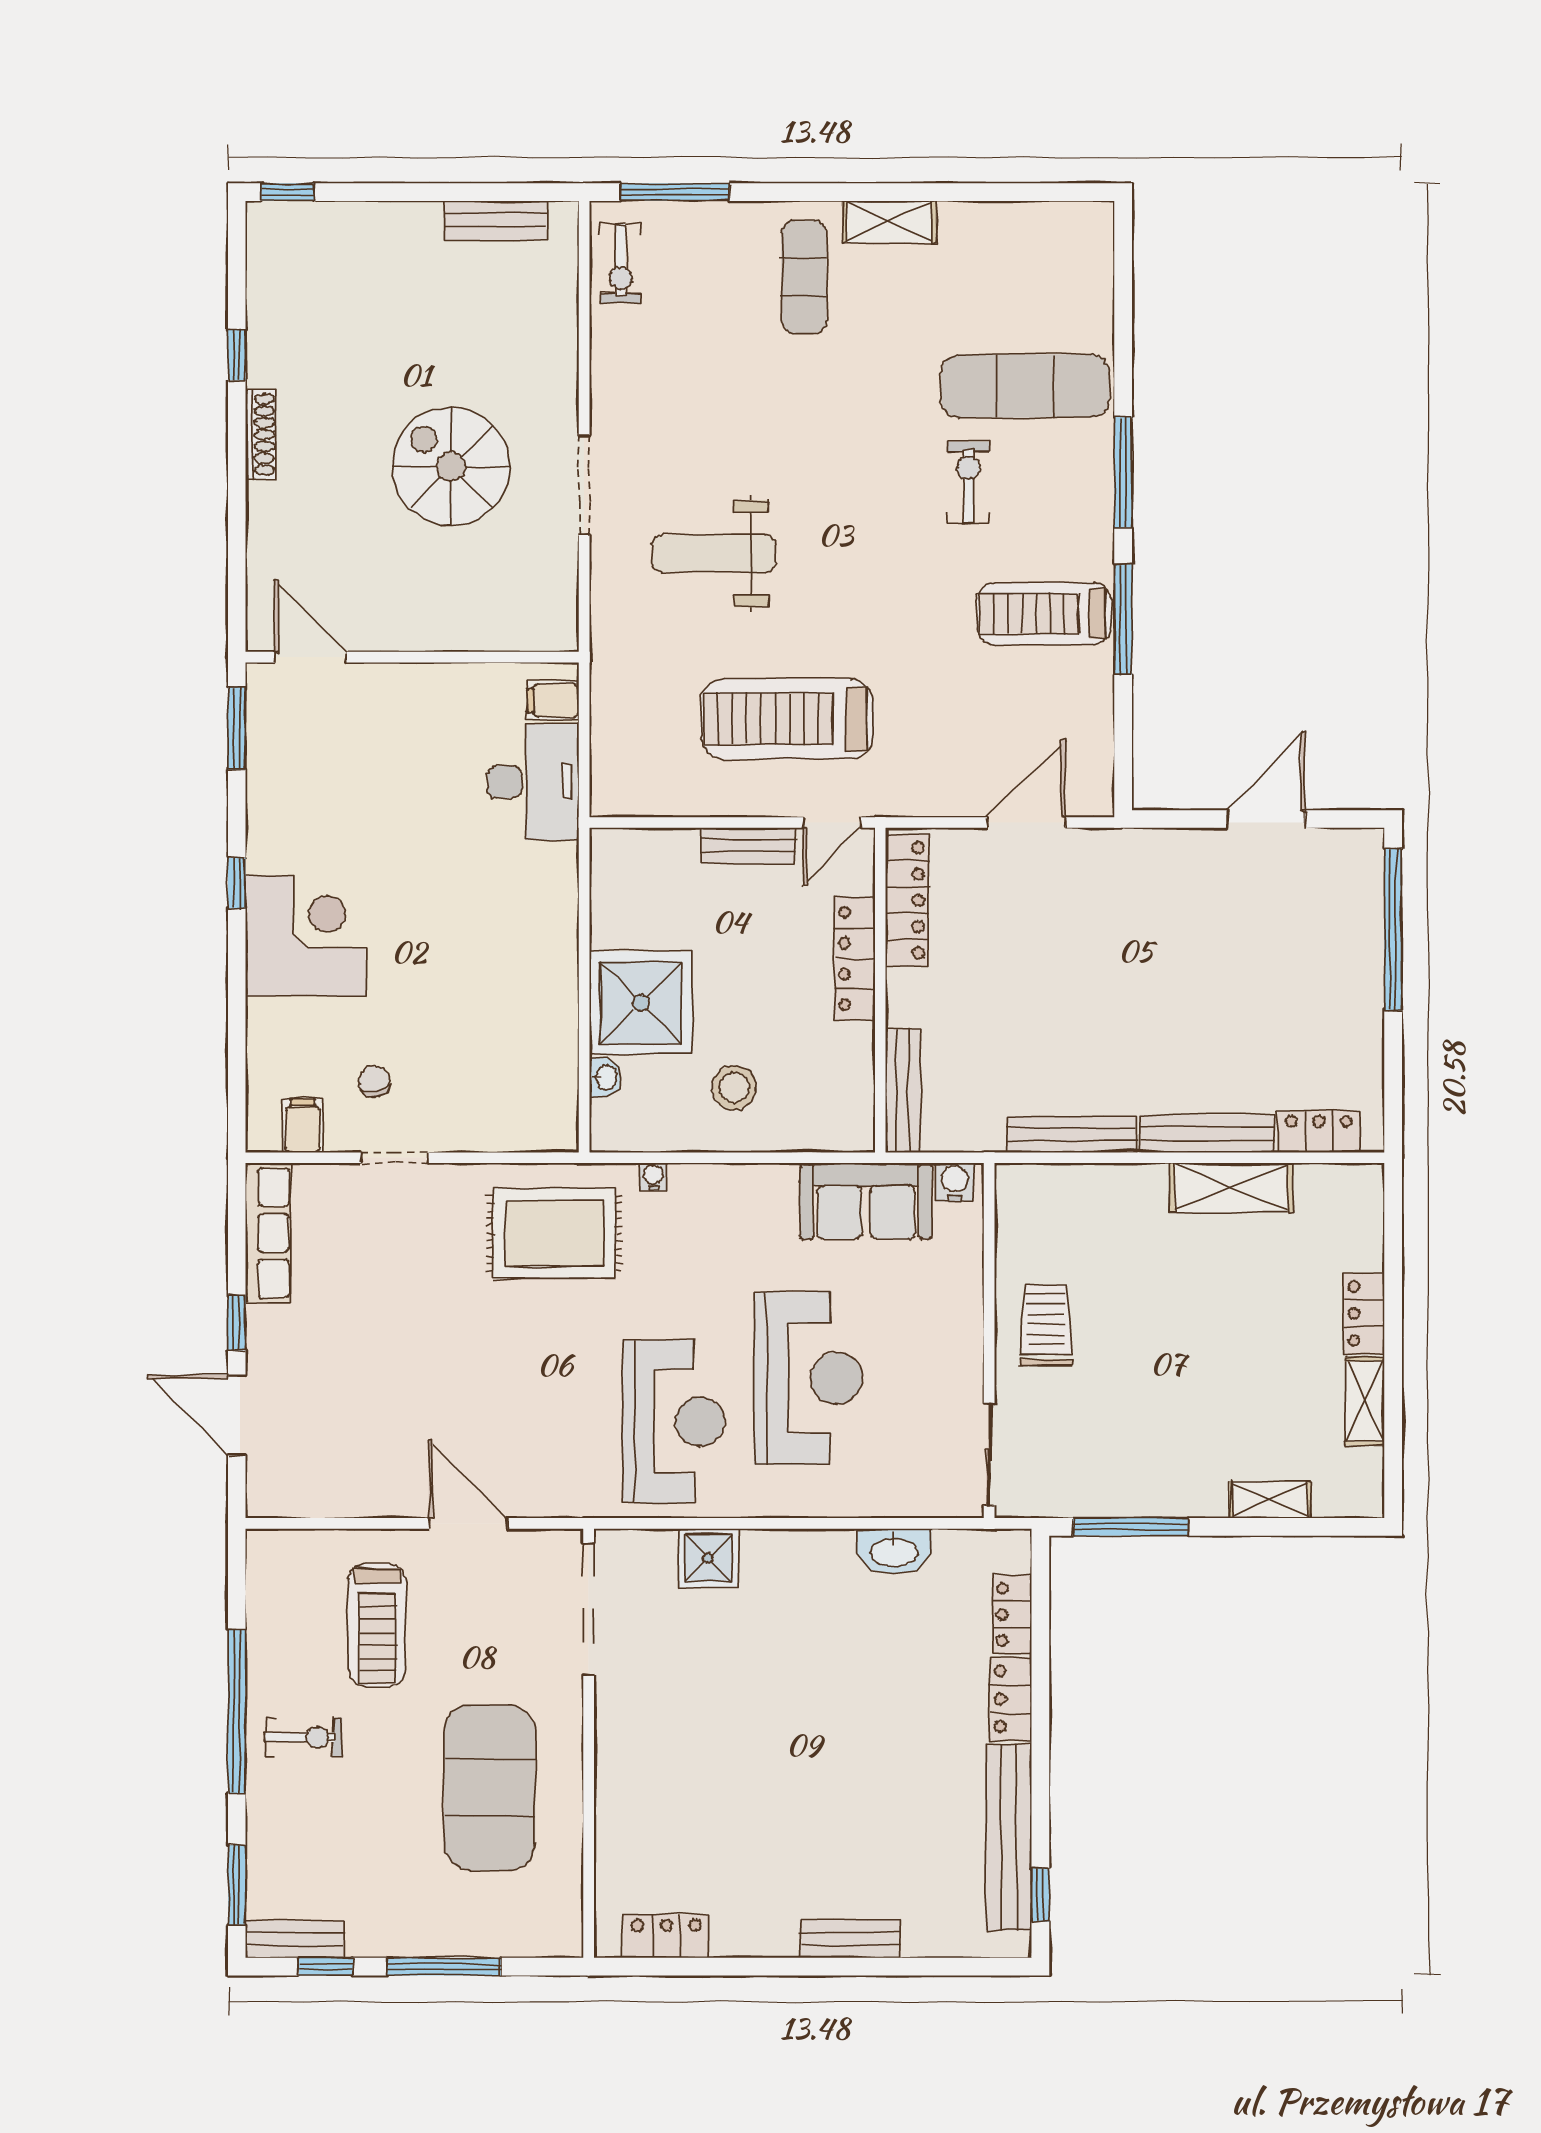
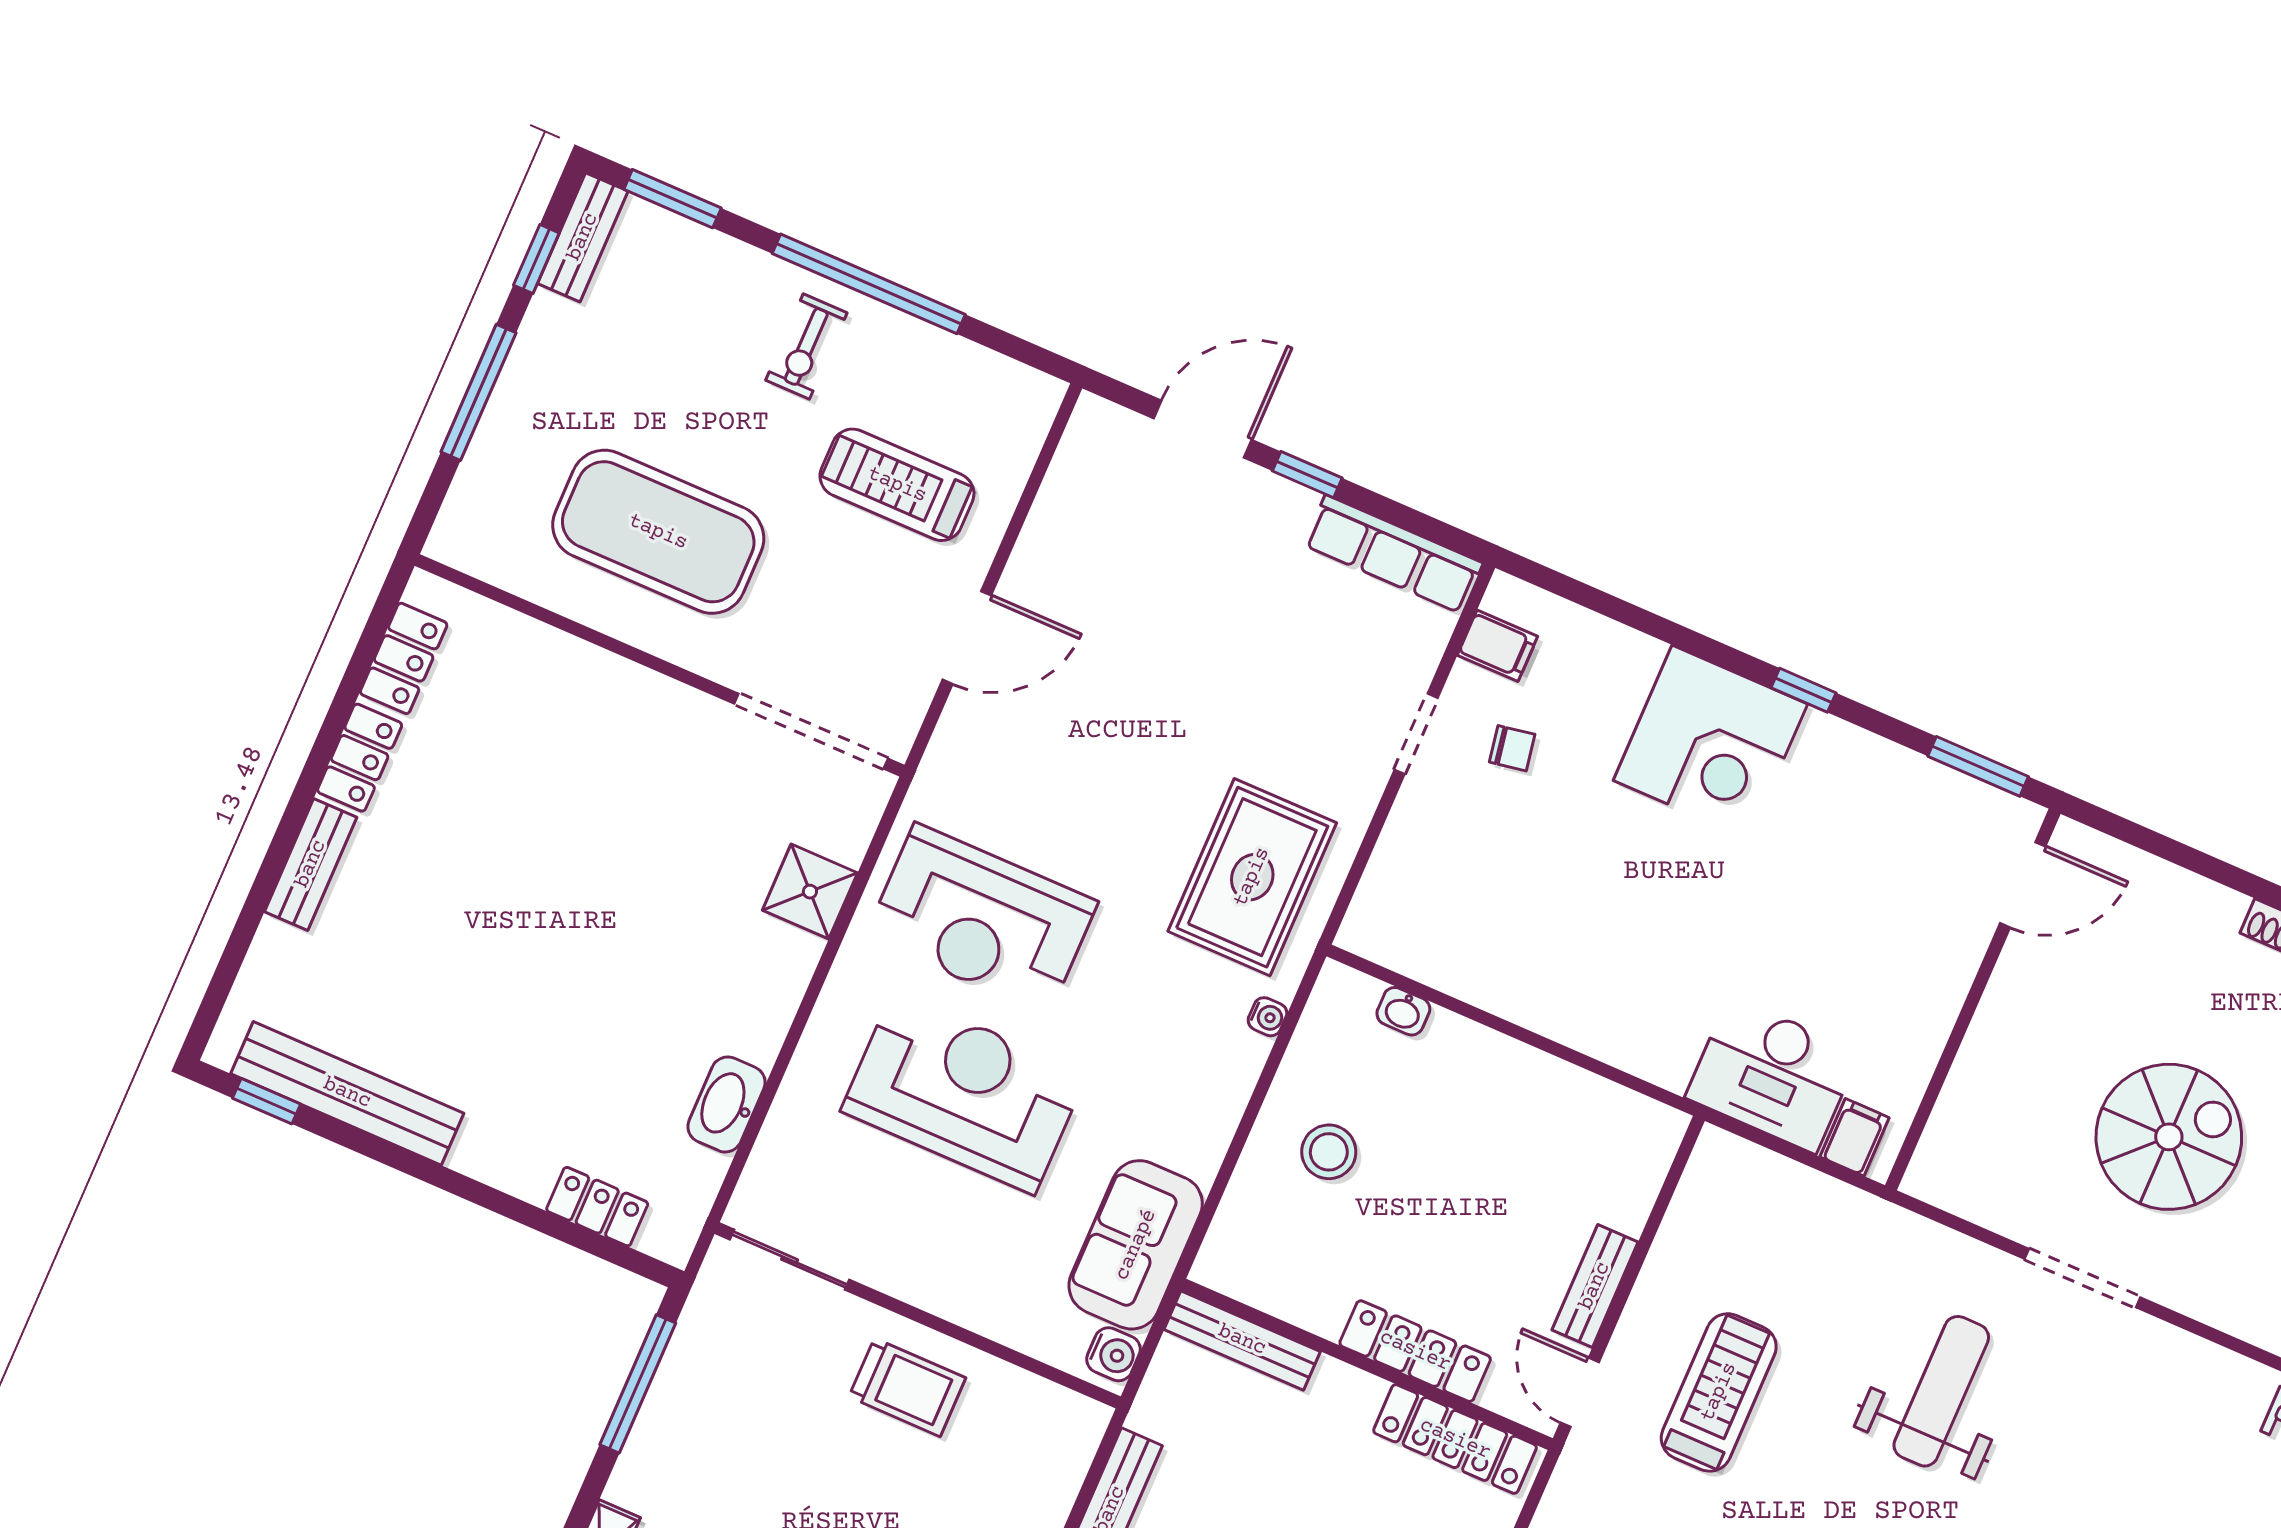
treadmill: (787, 719) -> (1719, 1392), width x0.73, depth x0.73
shower: (641, 1003) -> (1470, 1088), removed
reception desk: (808, 1378) -> (964, 1092), turned 180
locker: (1011, 1699) -> (360, 758), moved, turned 90

